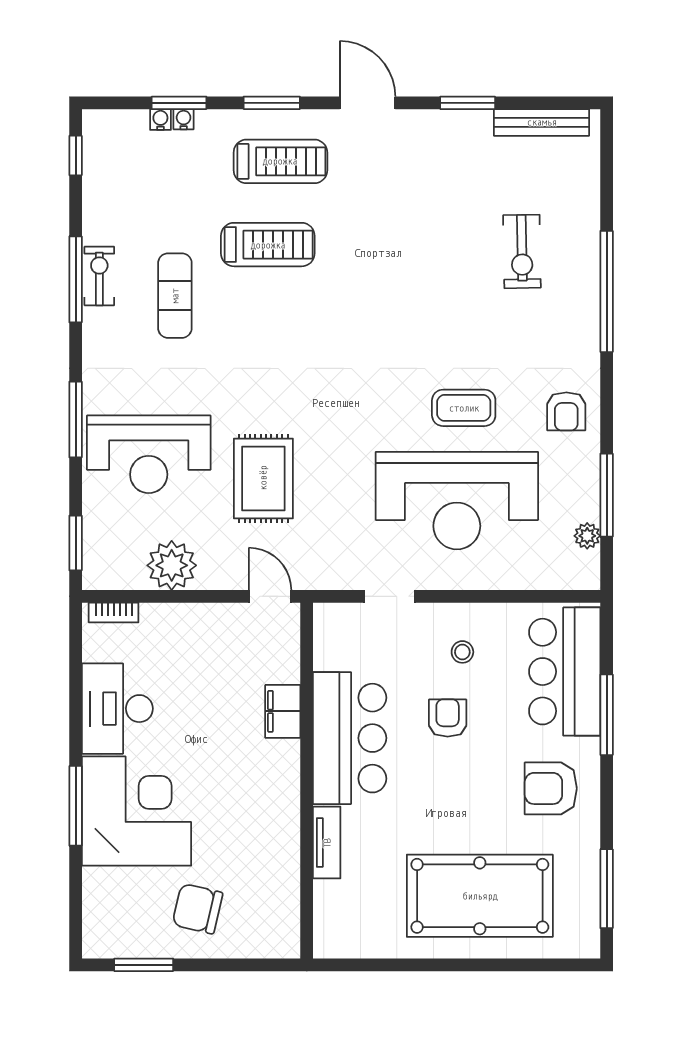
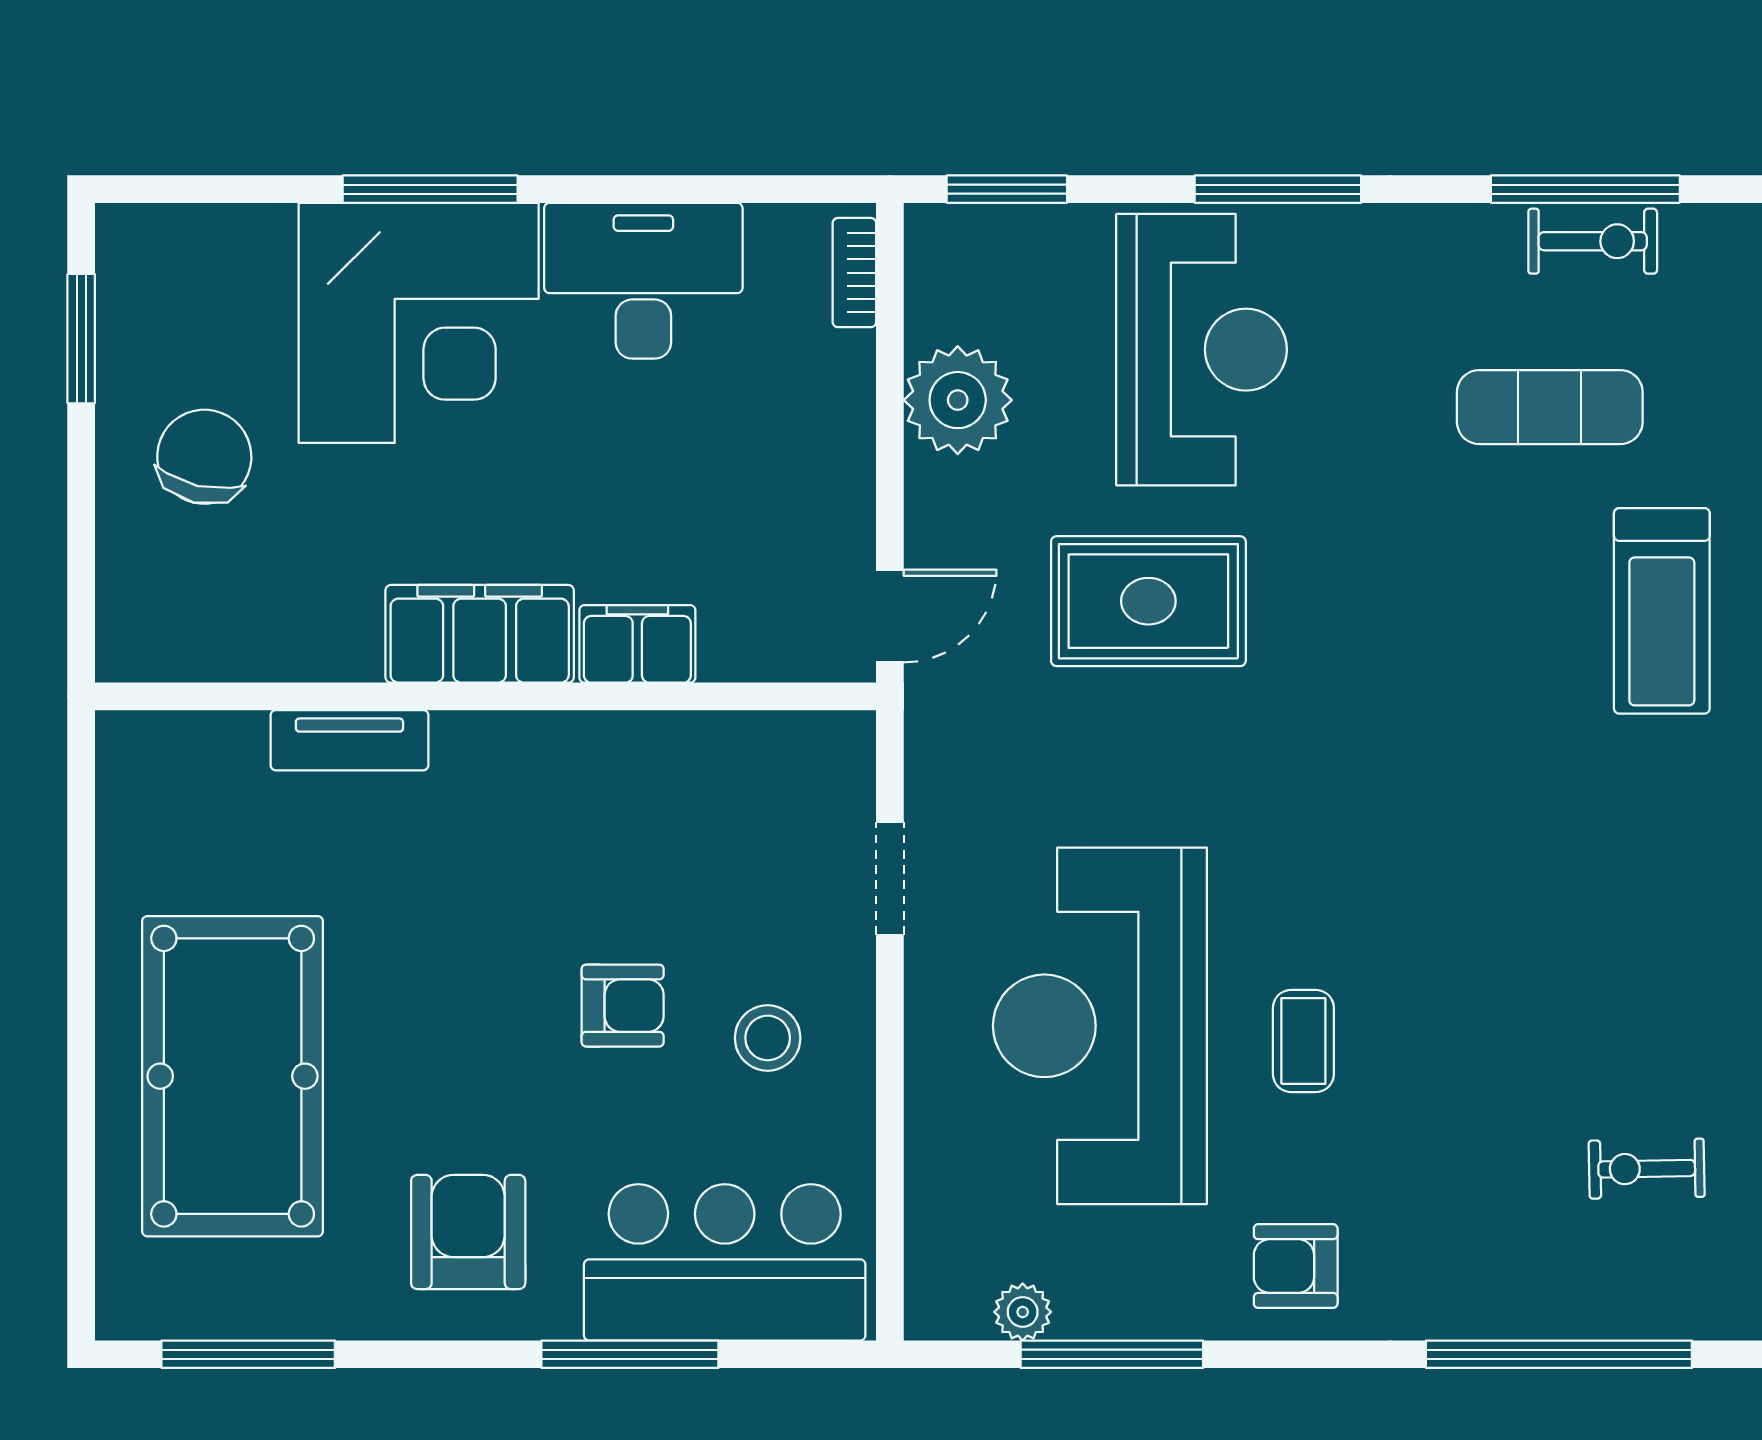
exercise bike: (522, 251) -> (1647, 1169), width x0.73, depth x0.72
coffee table: (464, 408) -> (1303, 1041), width x0.73, depth x0.77
reception desk: (149, 454) -> (1202, 350), turned 180
stool: (462, 652) -> (768, 1038), width x1.37, depth x1.37
bar counter: (350, 738) -> (579, 790), removed
filing cabinet: (278, 783) -> (480, 634), added

